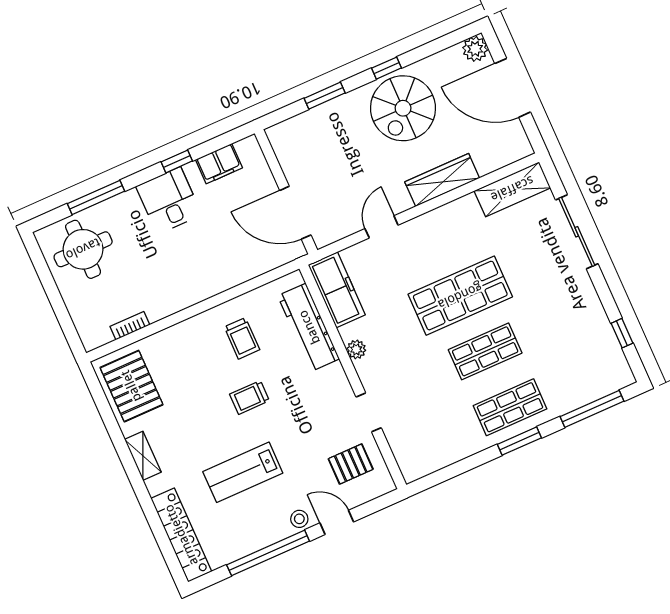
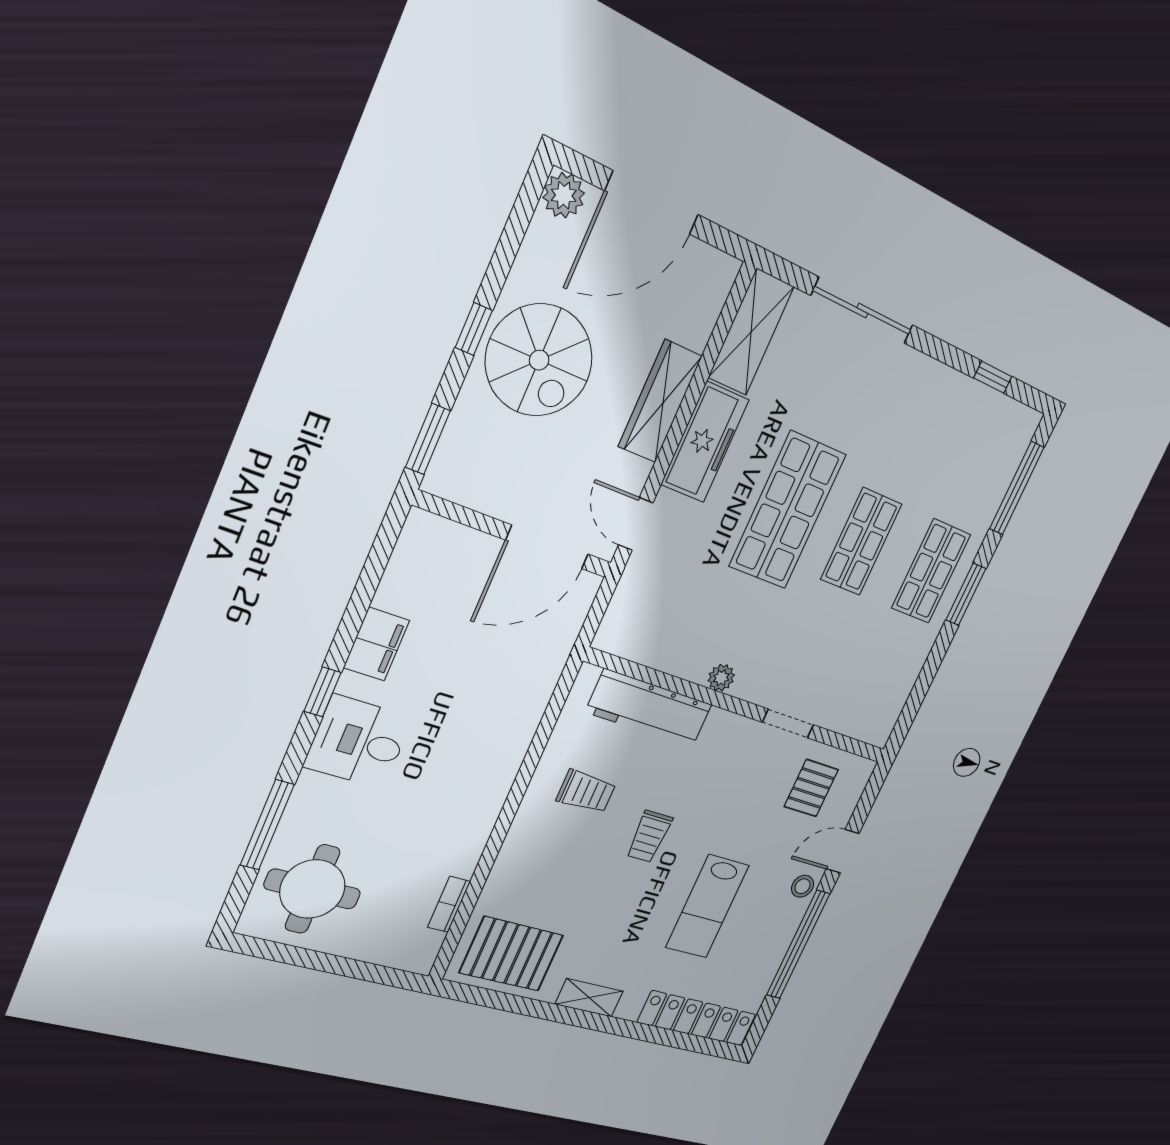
wall: (286, 192) -> (514, 535), moved
door: (295, 213) -> (547, 547), moved
freezer: (337, 290) -> (705, 442), moved, turned 90

